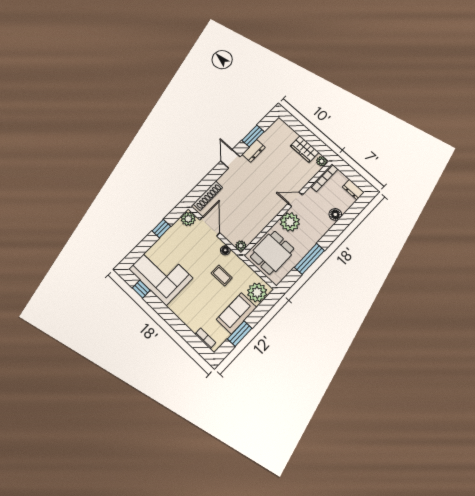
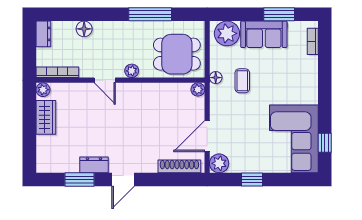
plant: (290, 222) -> (132, 71), width x0.53, depth x0.53
floor lamp: (225, 250) -> (216, 78), moved

